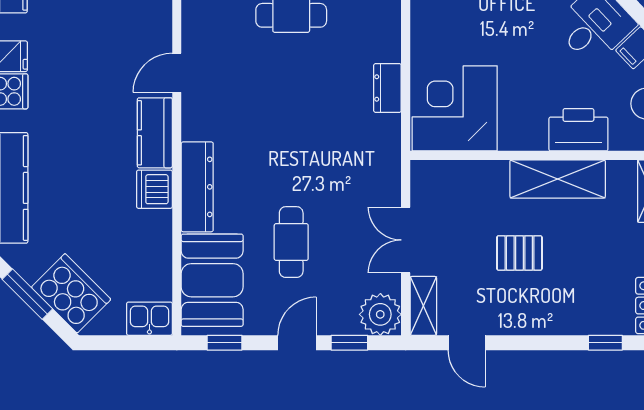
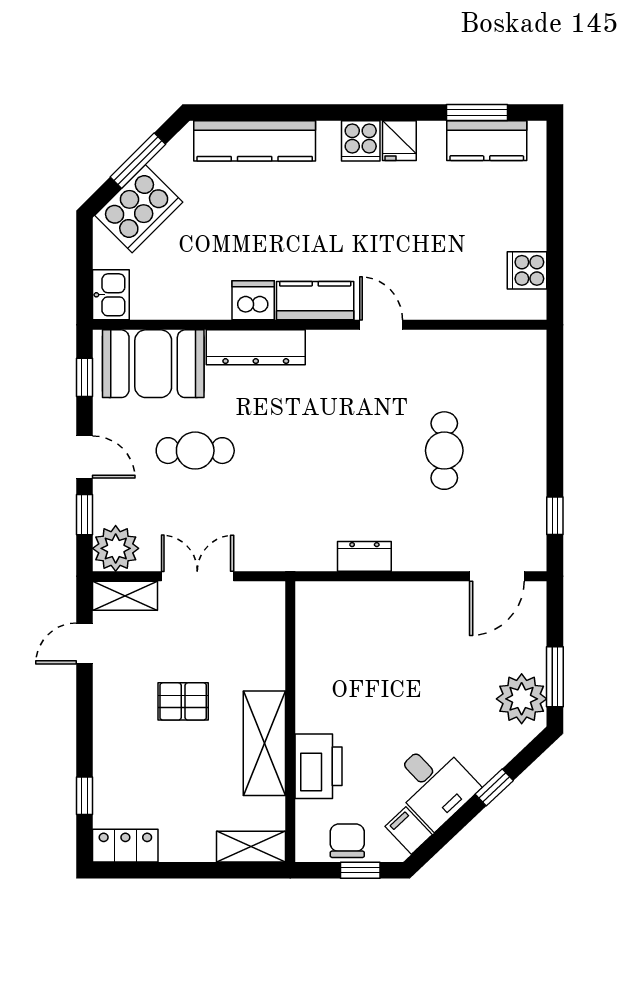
corner desk: (455, 108) -> (342, 630), removed
pallet: (519, 253) -> (183, 701), turned 90

